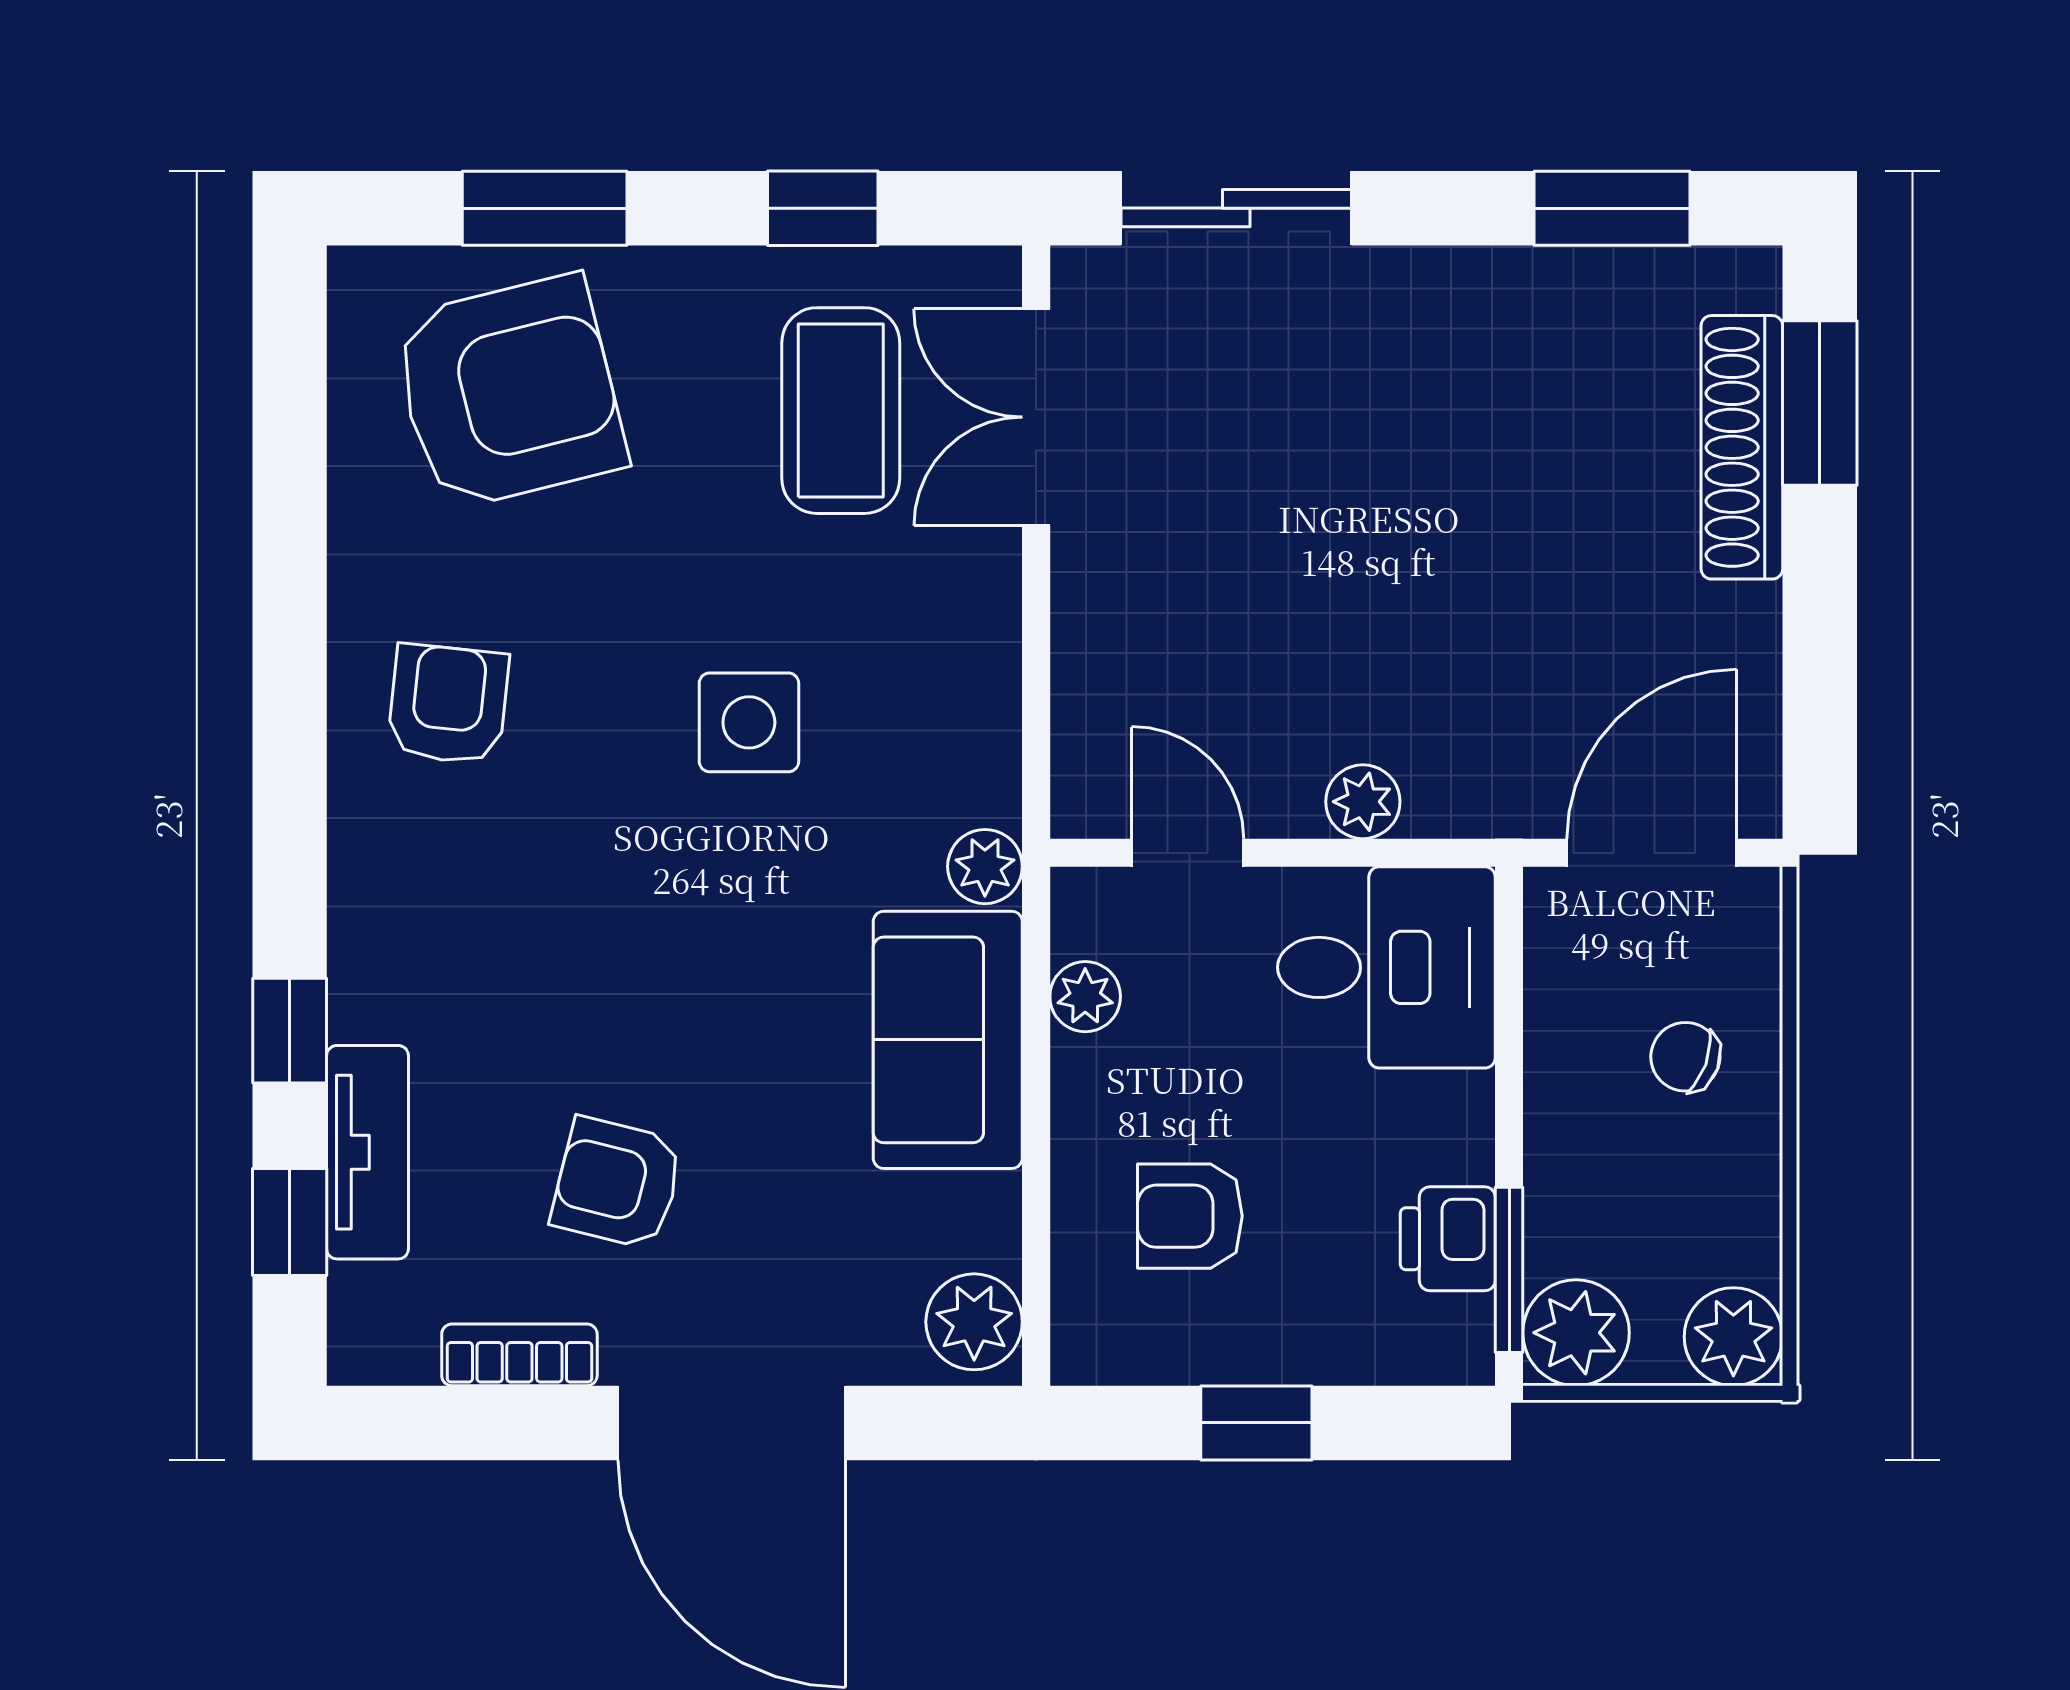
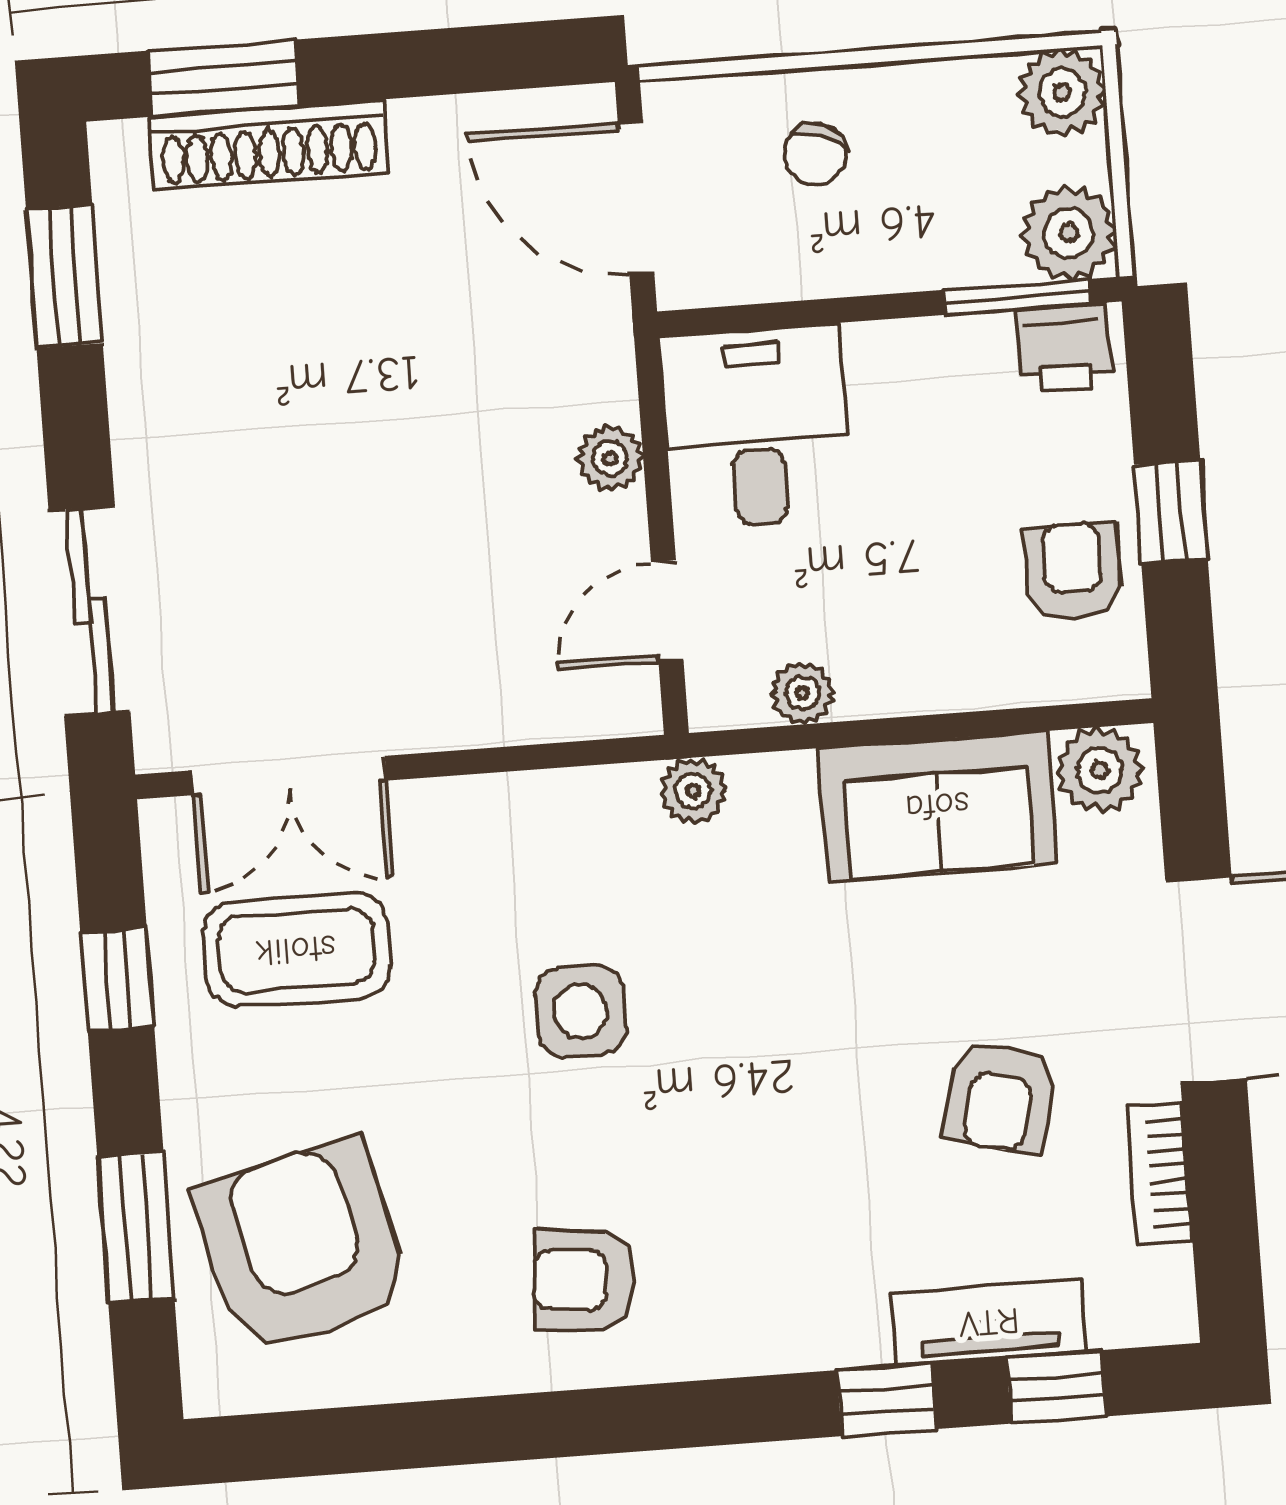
sofa: (948, 1040) -> (937, 806), moved
armchair: (1190, 1216) -> (1073, 571), moved, turned 180
printer: (1448, 1239) -> (1063, 348), moved

